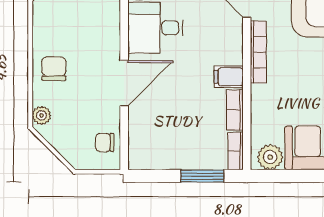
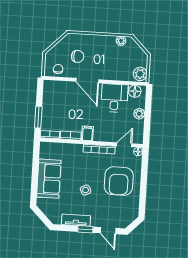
chair: (54, 69) -> (78, 56), moved
plant: (41, 115) -> (121, 41), moved
plant: (270, 157) -> (46, 152), removed

